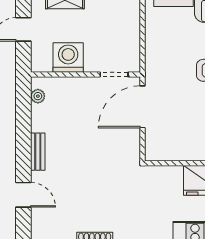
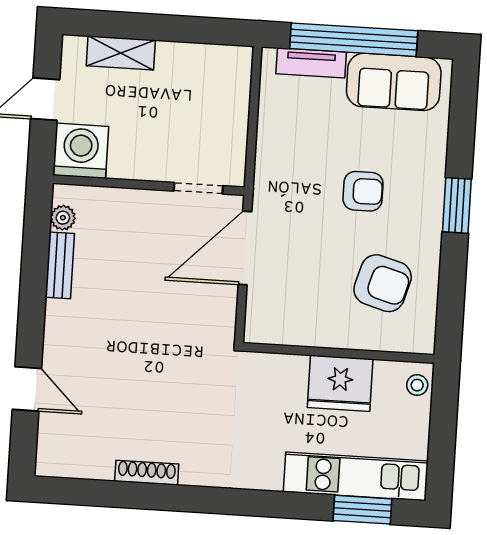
washing machine: (68, 57) -> (81, 151), moved
bench: (38, 152) -> (60, 265), moved

